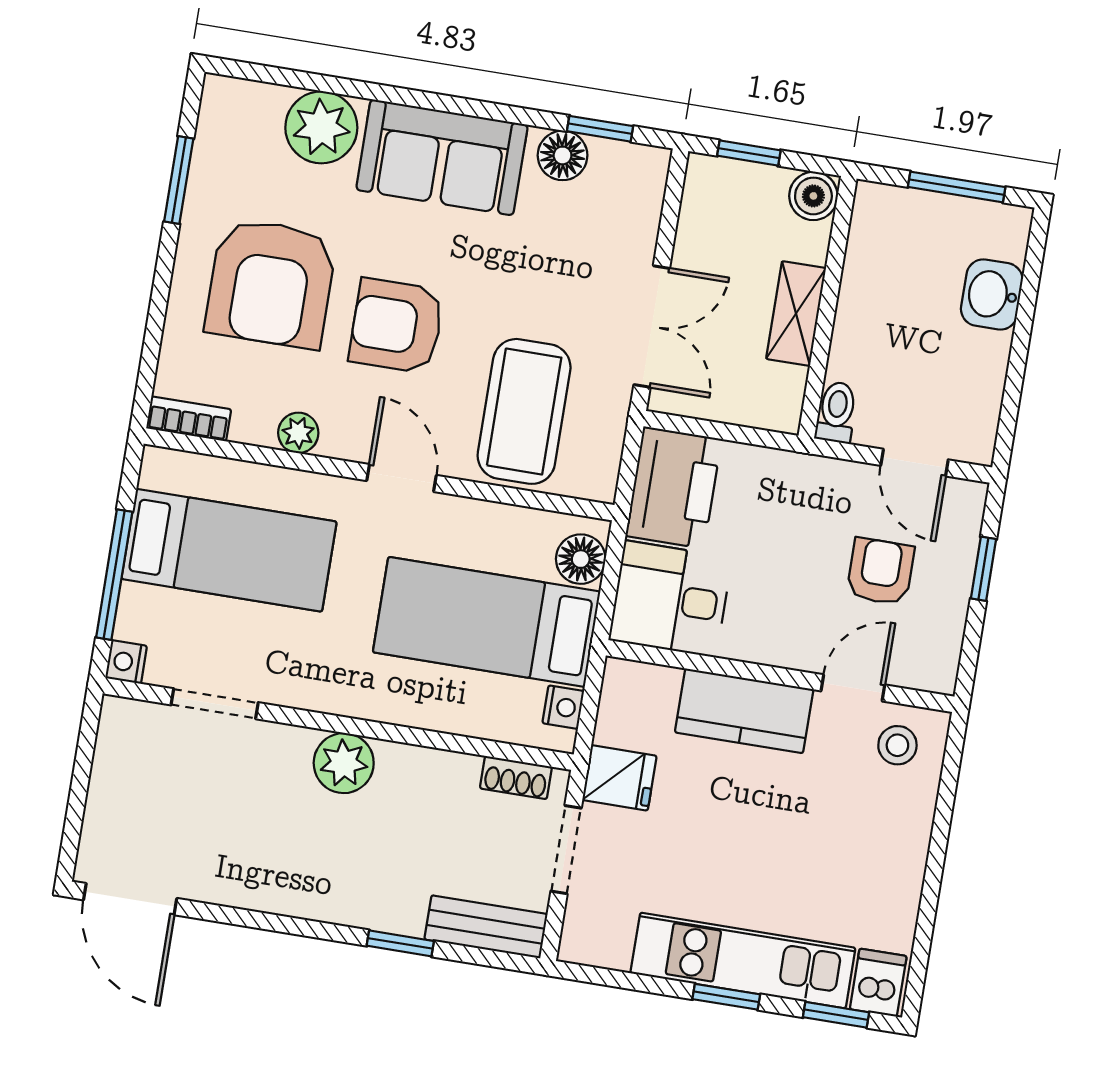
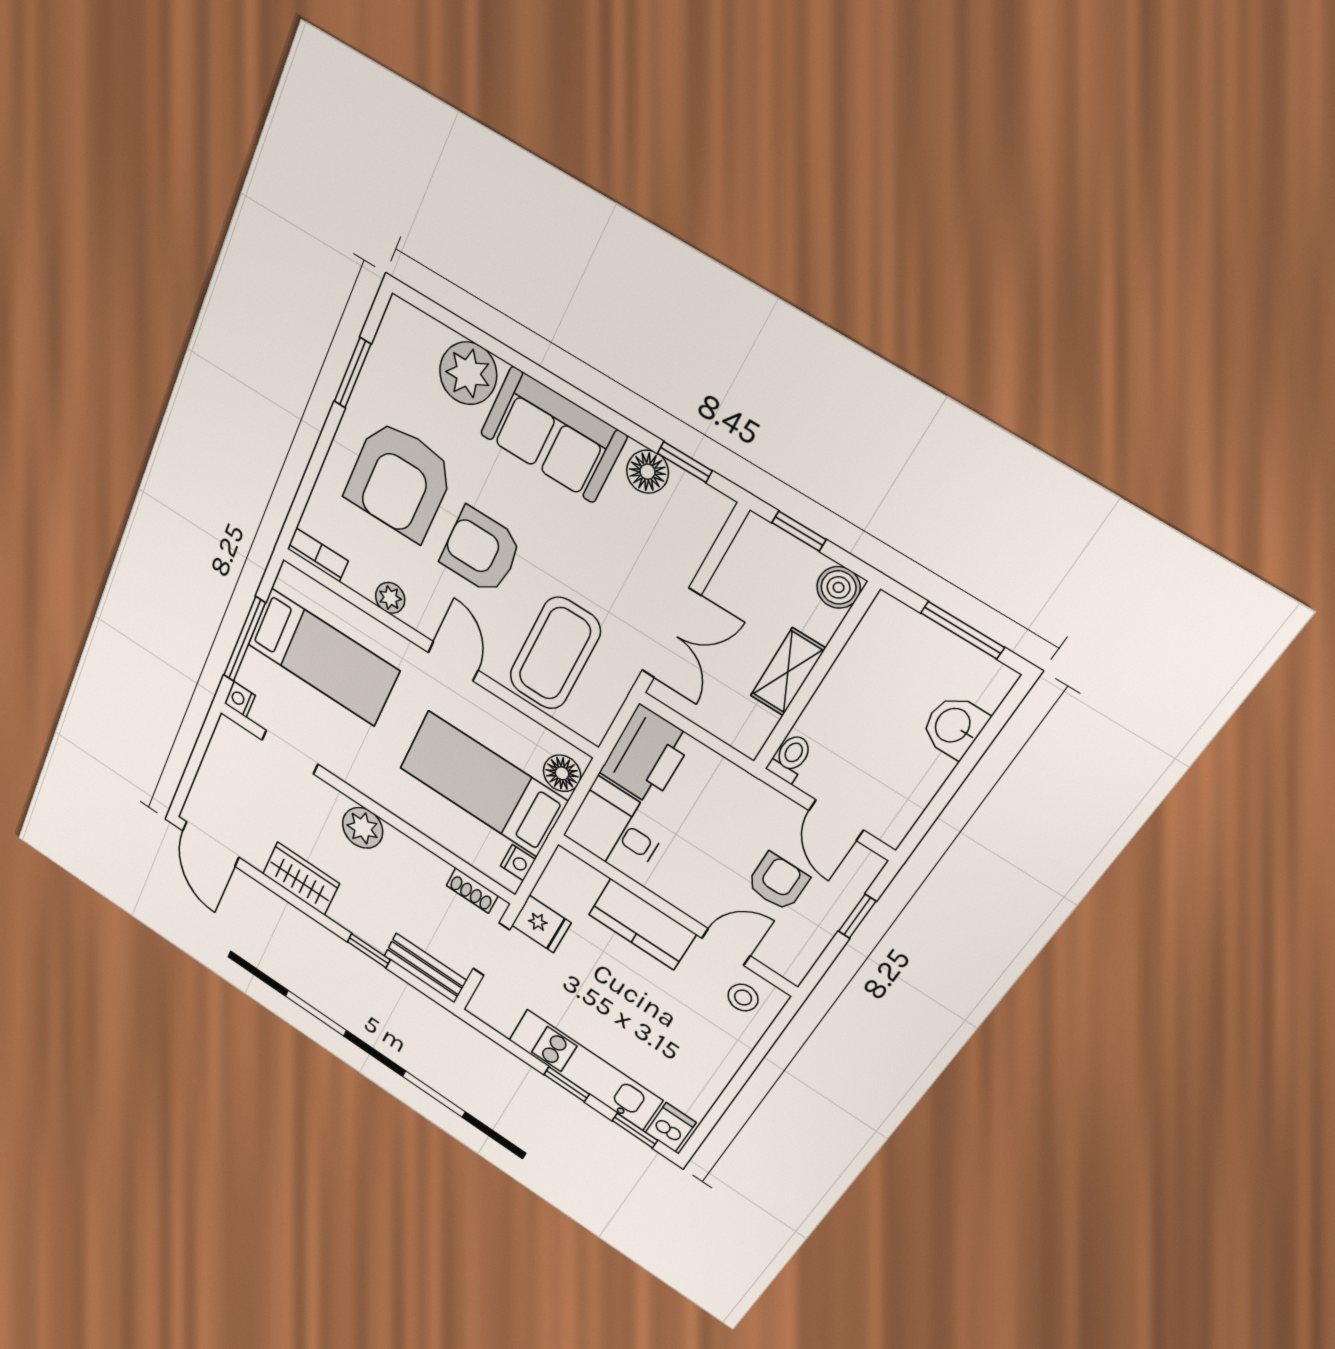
wardrobe: (276, 884) -> (301, 879), added

